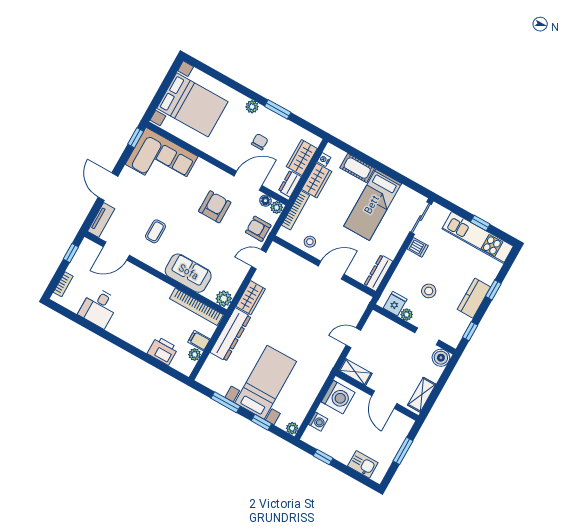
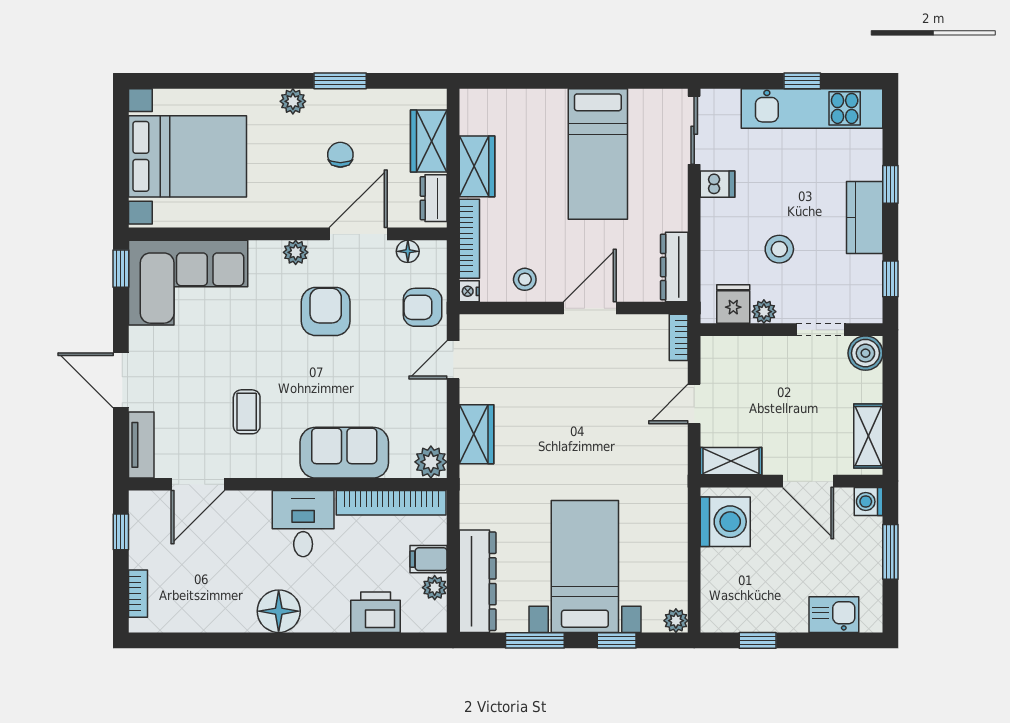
nightstand: (324, 160) -> (469, 291), moved
cot: (357, 168) -> (535, 105), removed
plant: (277, 207) -> (296, 252), moved
bookcase: (363, 305) -> (679, 337), added
desk: (99, 308) -> (303, 524), moved, turned 180
floor lamp: (121, 327) -> (279, 611), added
dresser: (231, 334) -> (478, 581), moved
washing machine: (318, 422) -> (869, 502), moved, turned 180

